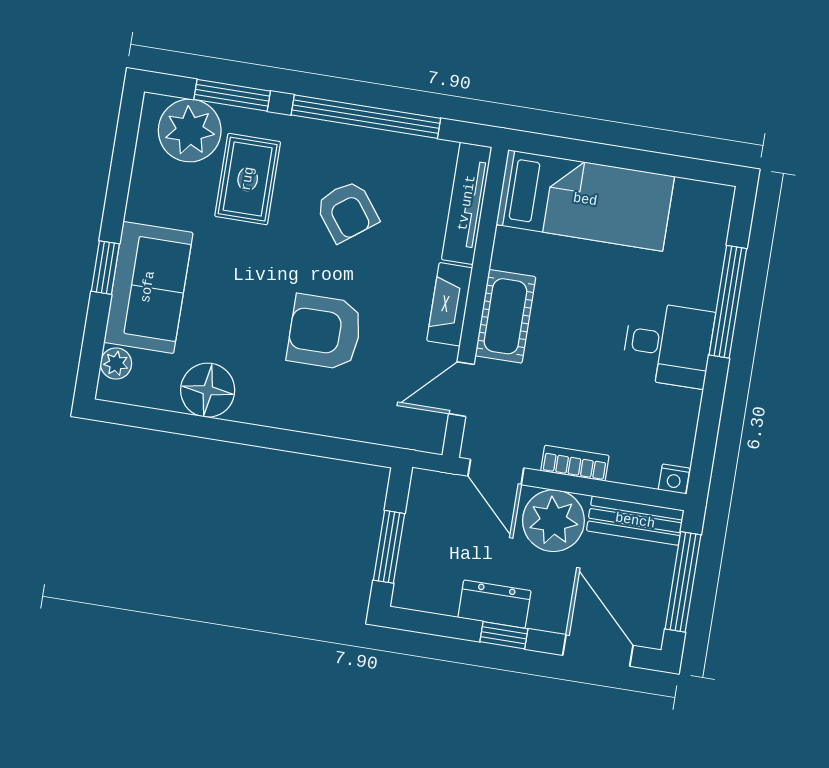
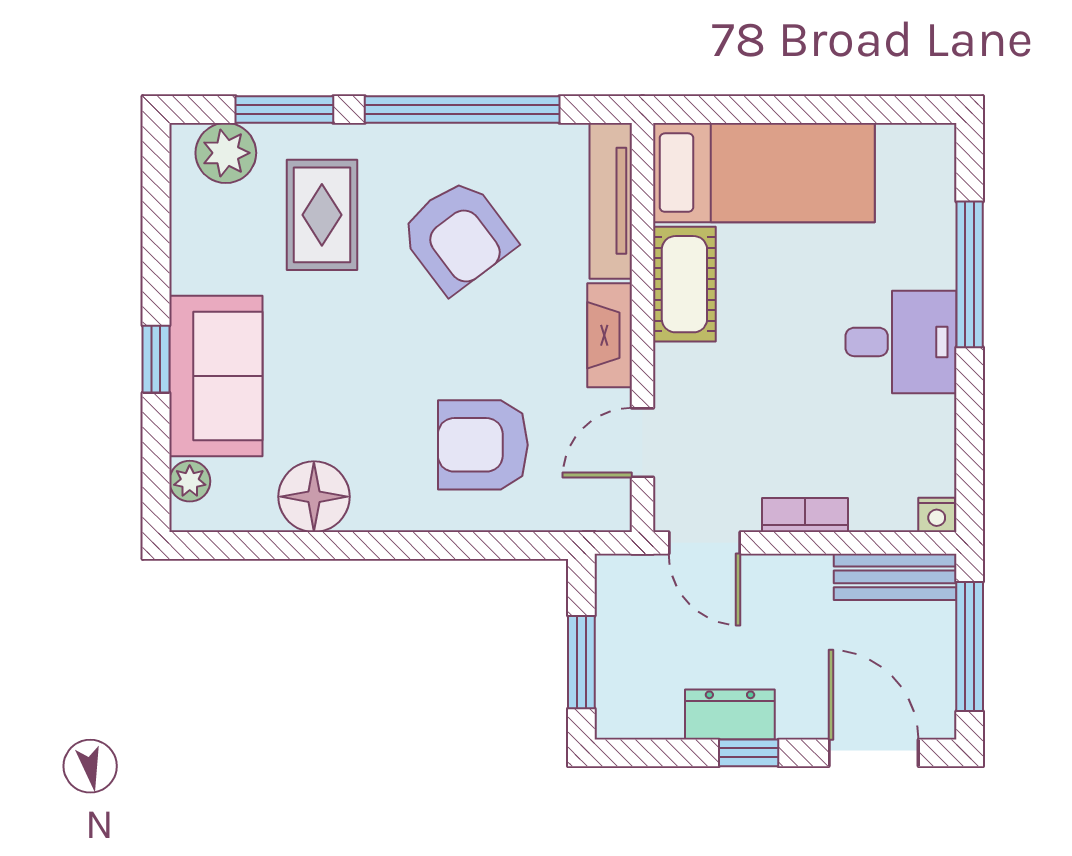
plant: (190, 130) -> (226, 153), width x0.73, depth x0.73
armchair: (347, 211) -> (457, 236), width x1.38, depth x1.38
cot: (505, 316) -> (684, 284), moved
armchair: (325, 332) -> (483, 445), moved
plant: (553, 521) -> (789, 594), removed

